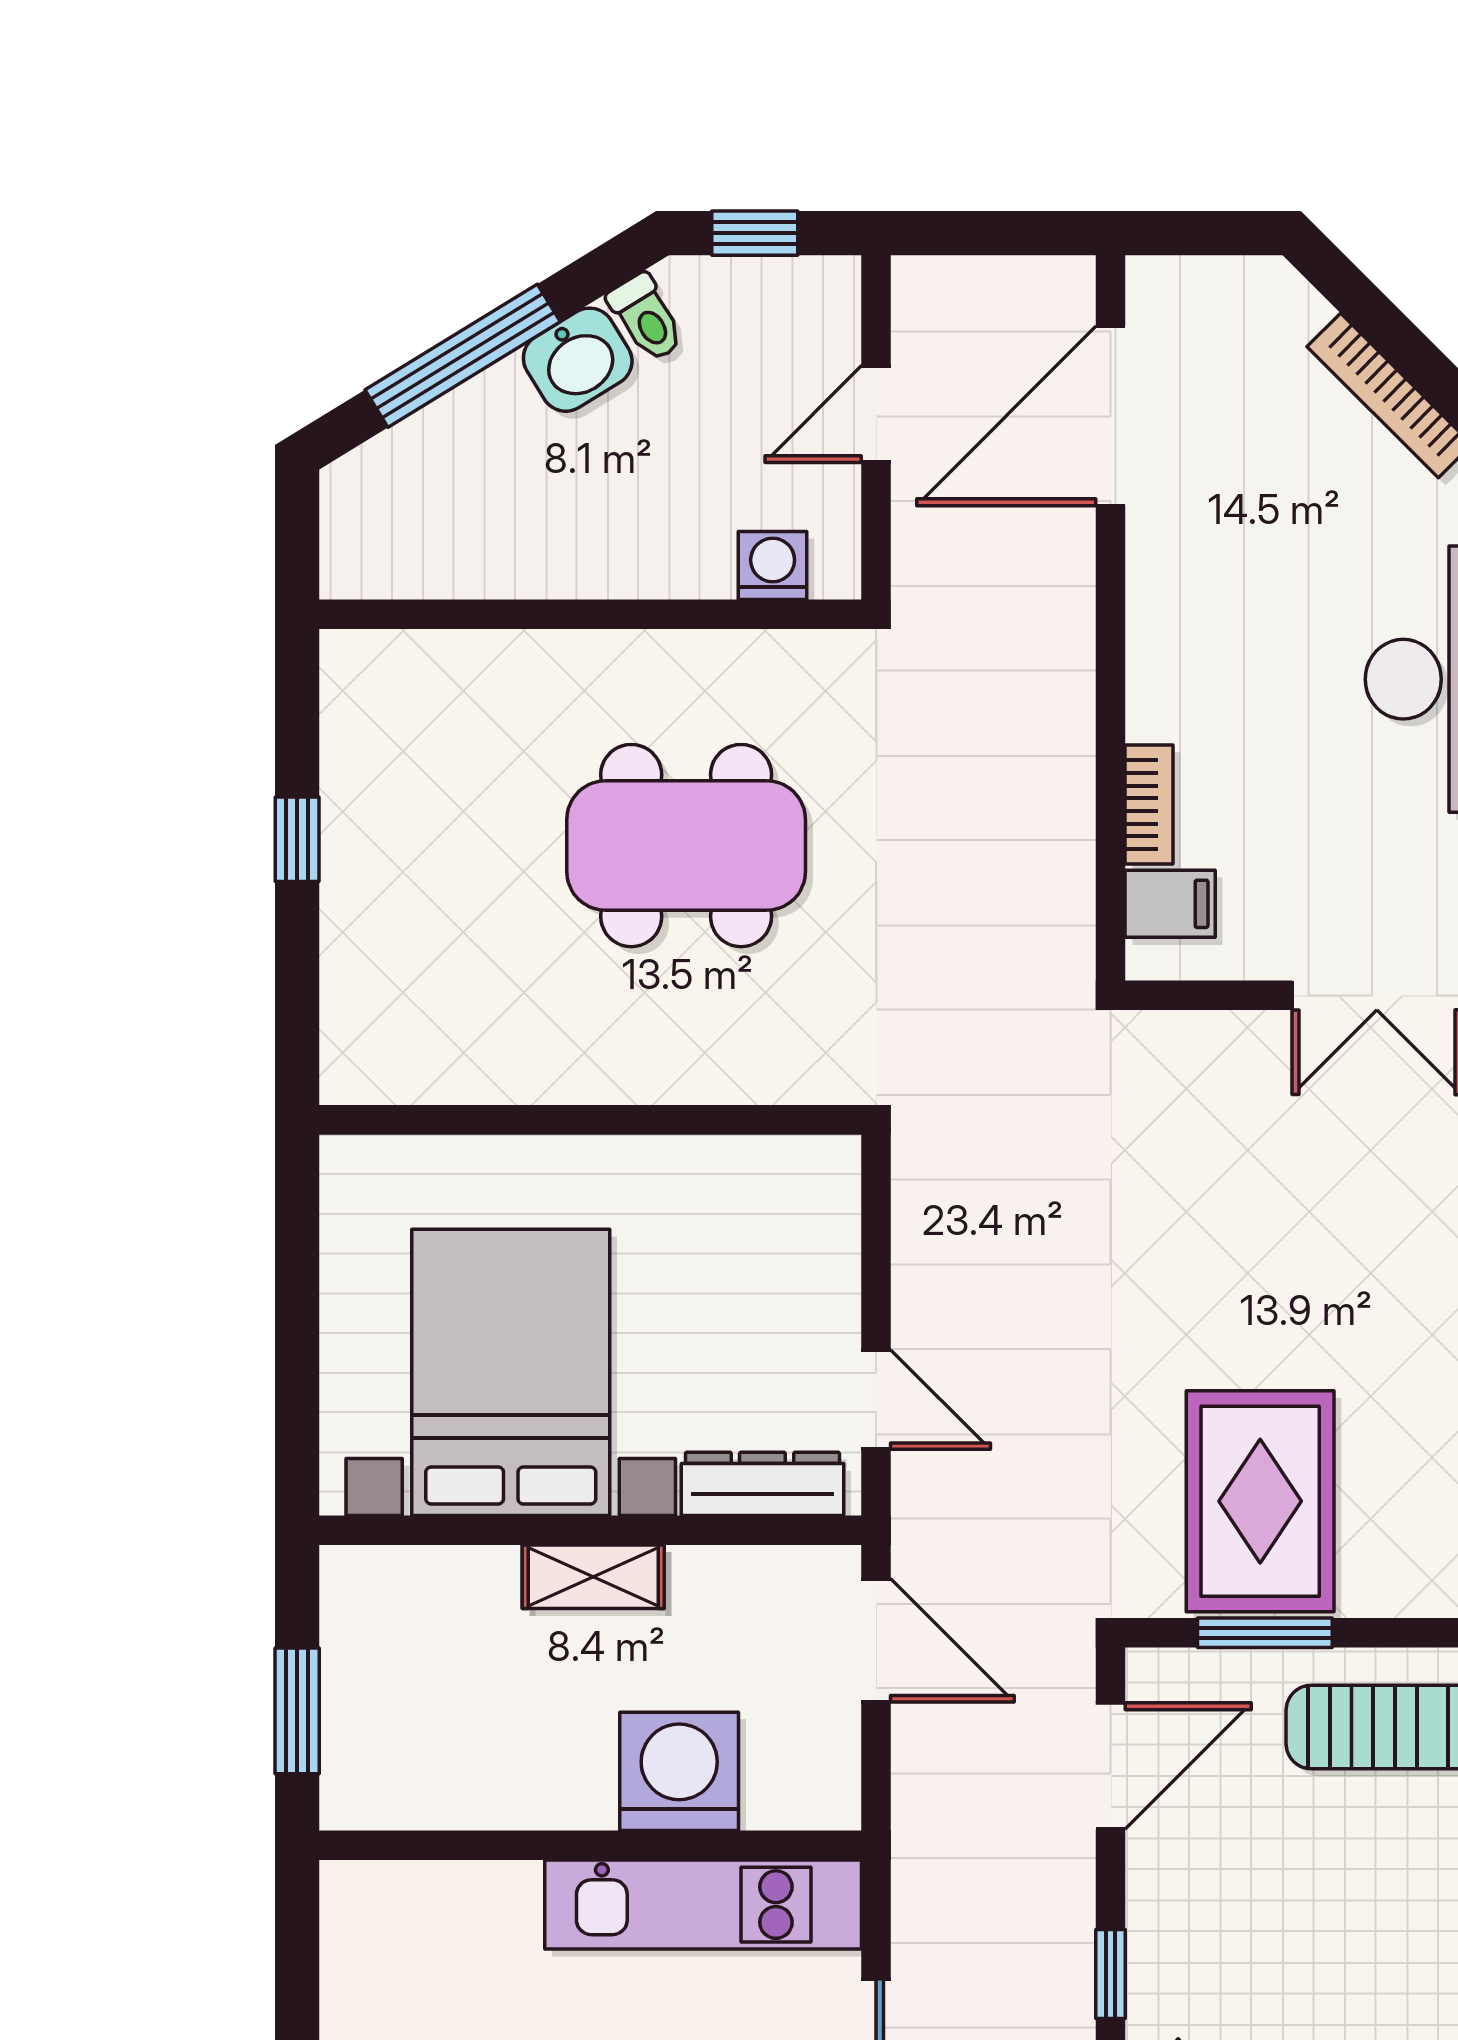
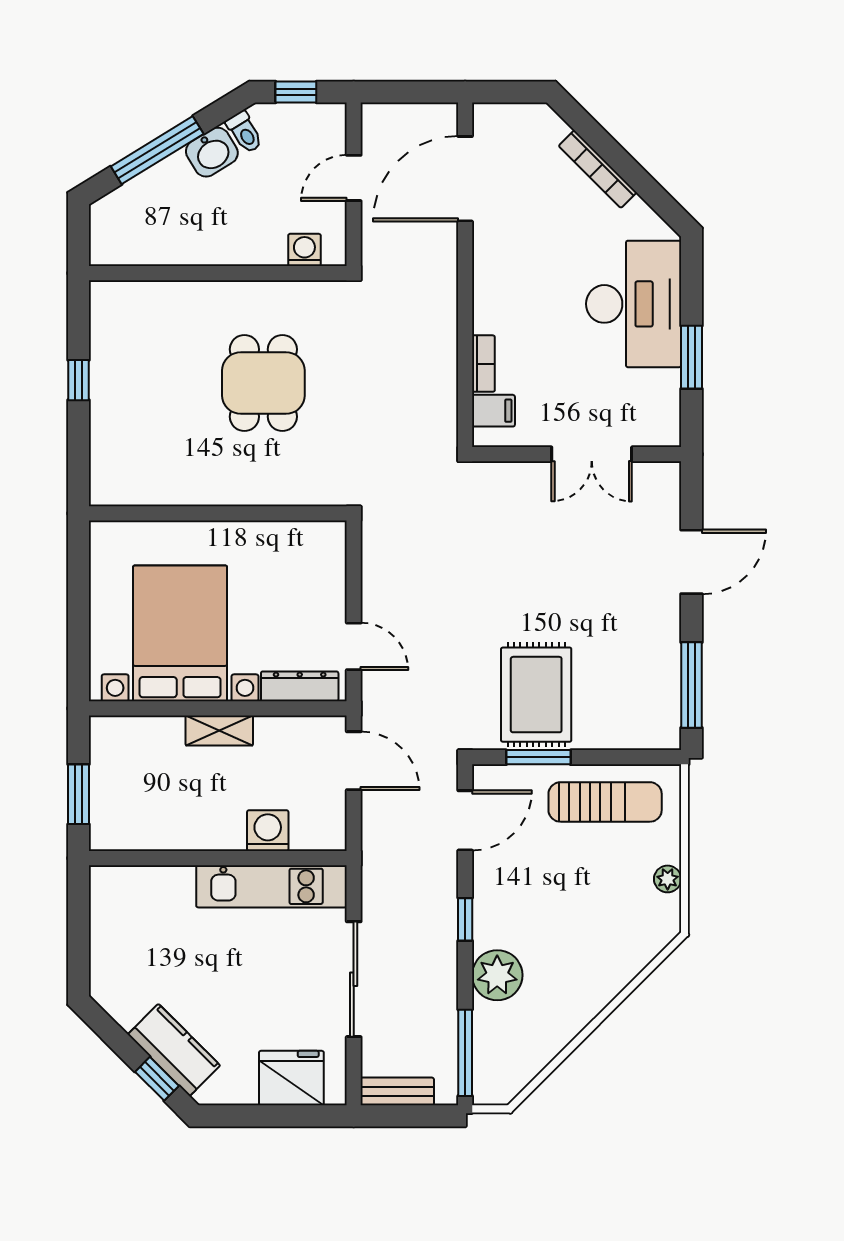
dining table: (686, 846) -> (263, 383), width x0.73
washing machine: (679, 1771) -> (268, 831), width x0.73, depth x0.73

